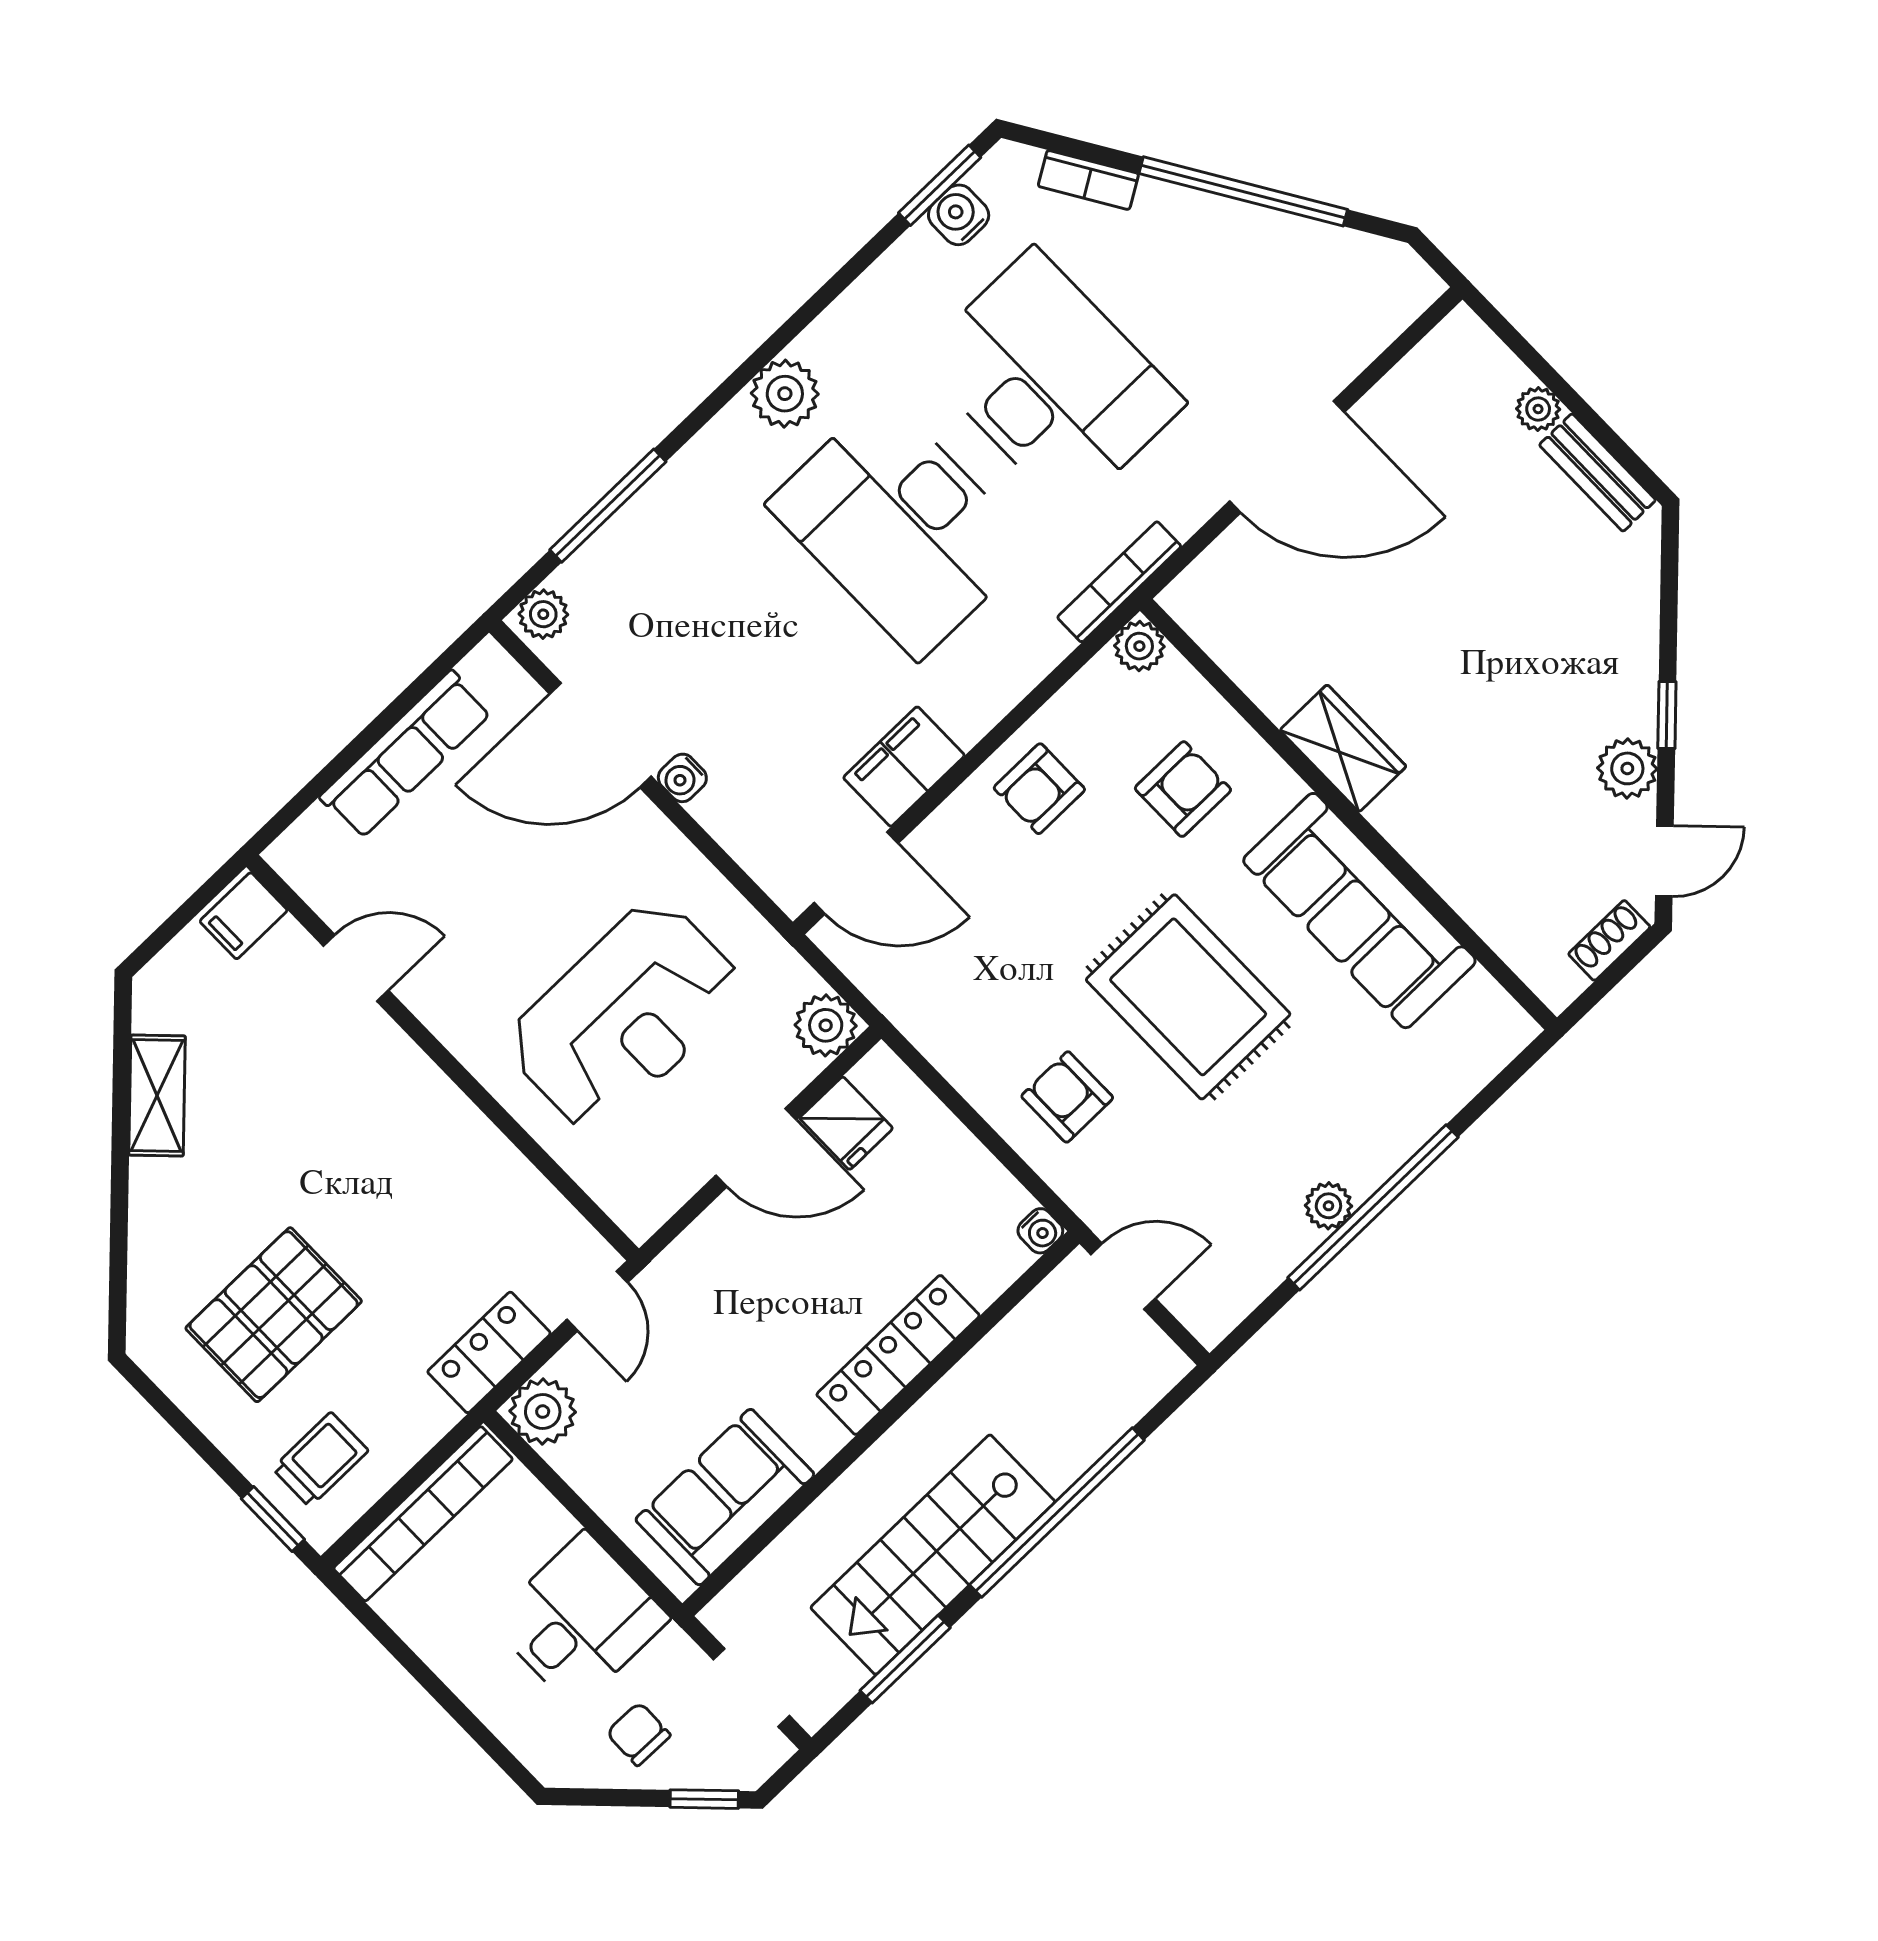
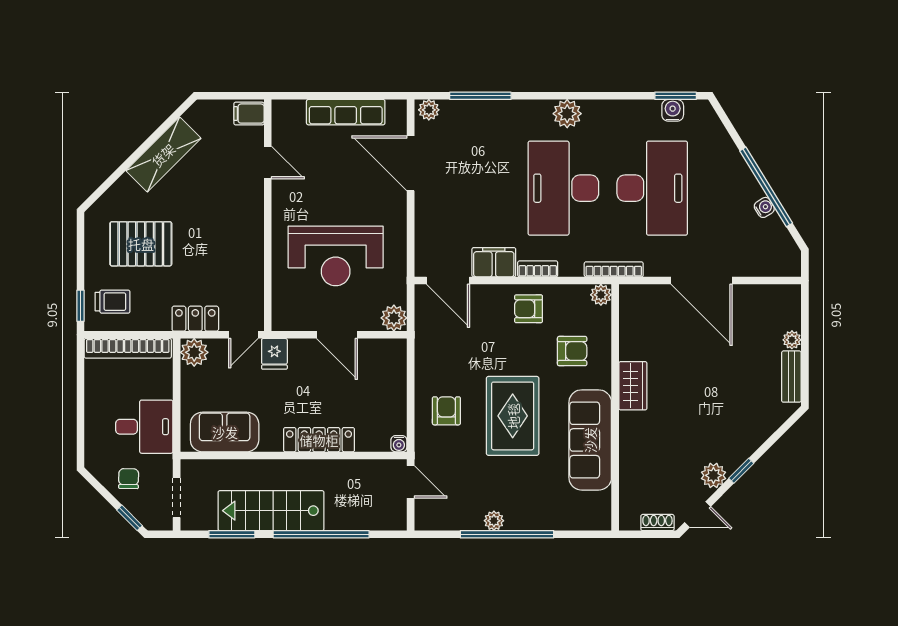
bookcase: (1088, 180) -> (538, 269), moved, turned 122
water cooler: (682, 778) -> (764, 207), moved, turned 148
shelving: (157, 1096) -> (163, 155), width x1.50, depth x1.33
fridge: (846, 1123) -> (274, 354), moved

